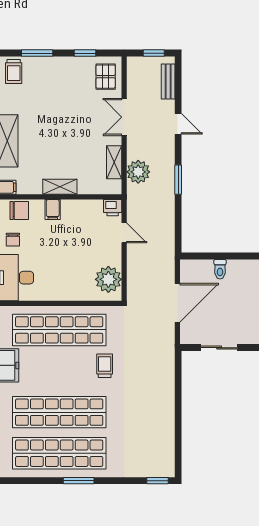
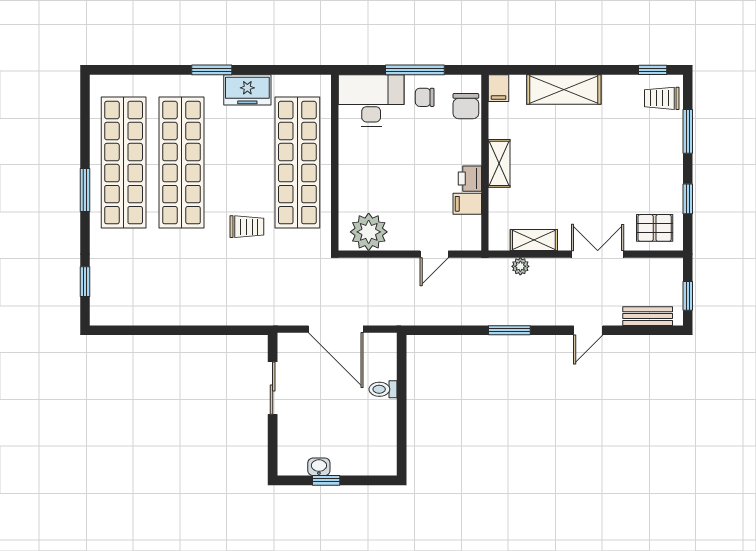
plant: (138, 172) -> (520, 266), width x0.53, depth x0.53
printer: (113, 208) -> (470, 179), moved
filing cabinet: (53, 210) -> (467, 204), moved
window: (157, 481) -> (85, 282), moved

